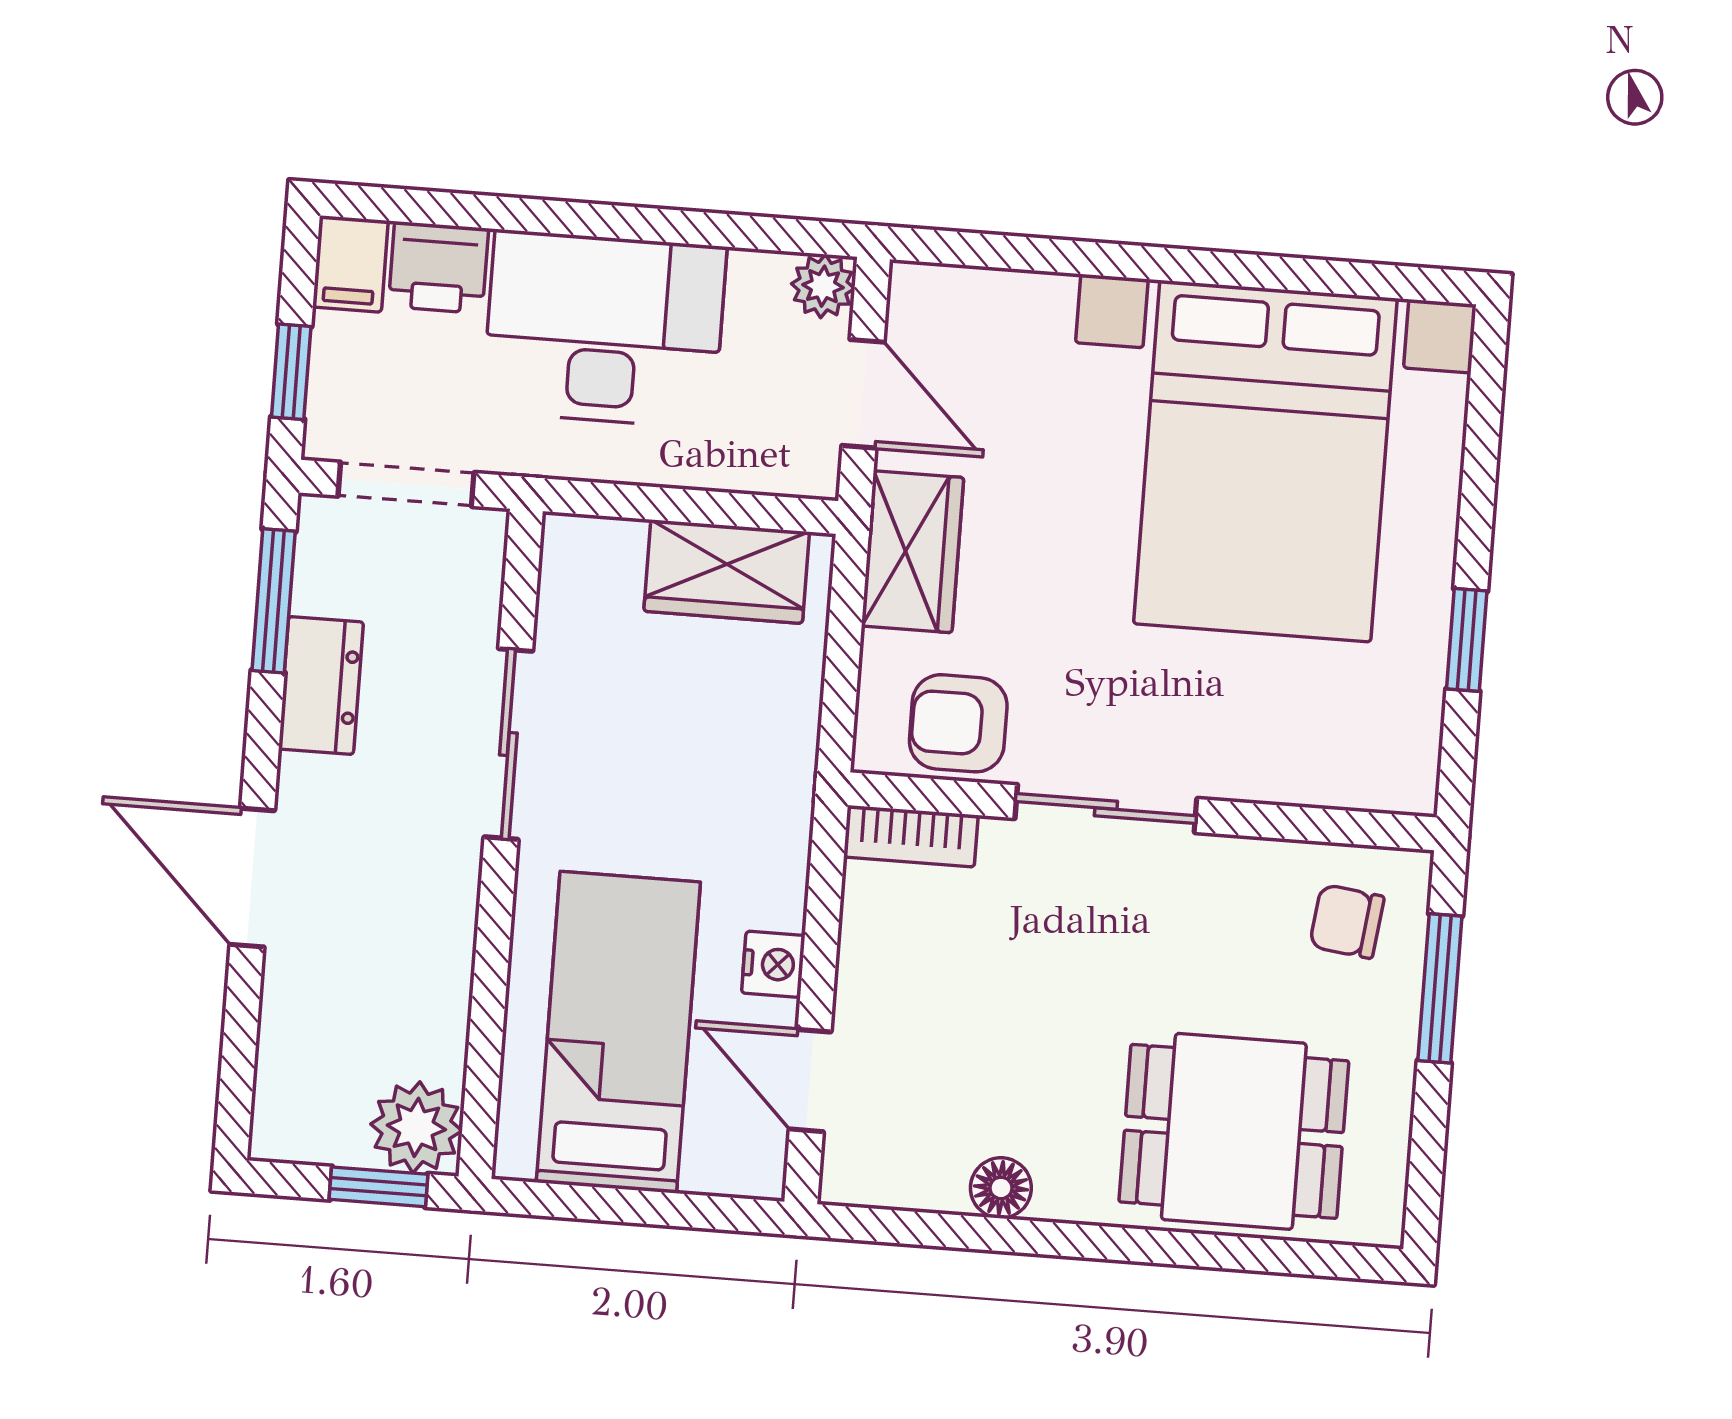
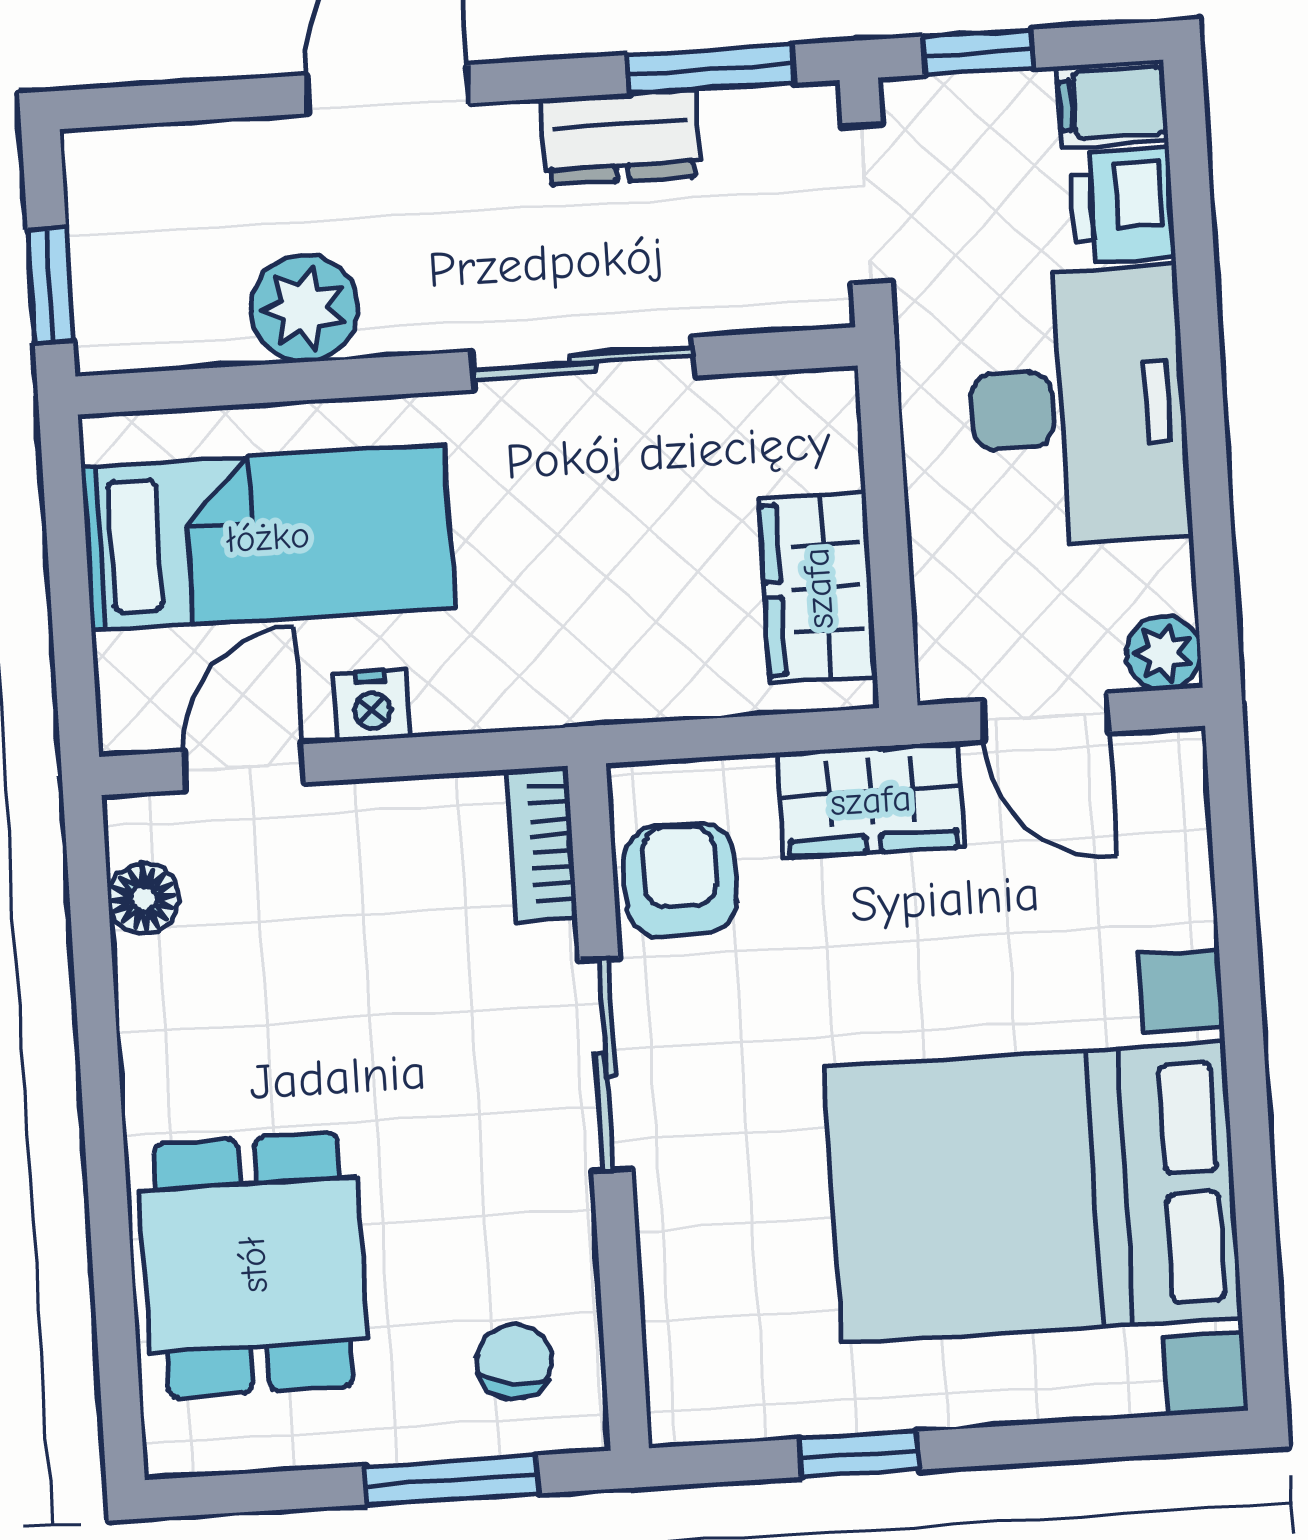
door: (863, 394) -> (1046, 717), hinge flipped
plant: (416, 1127) -> (305, 308), moved
floor lamp: (1001, 1188) -> (143, 898), moved

